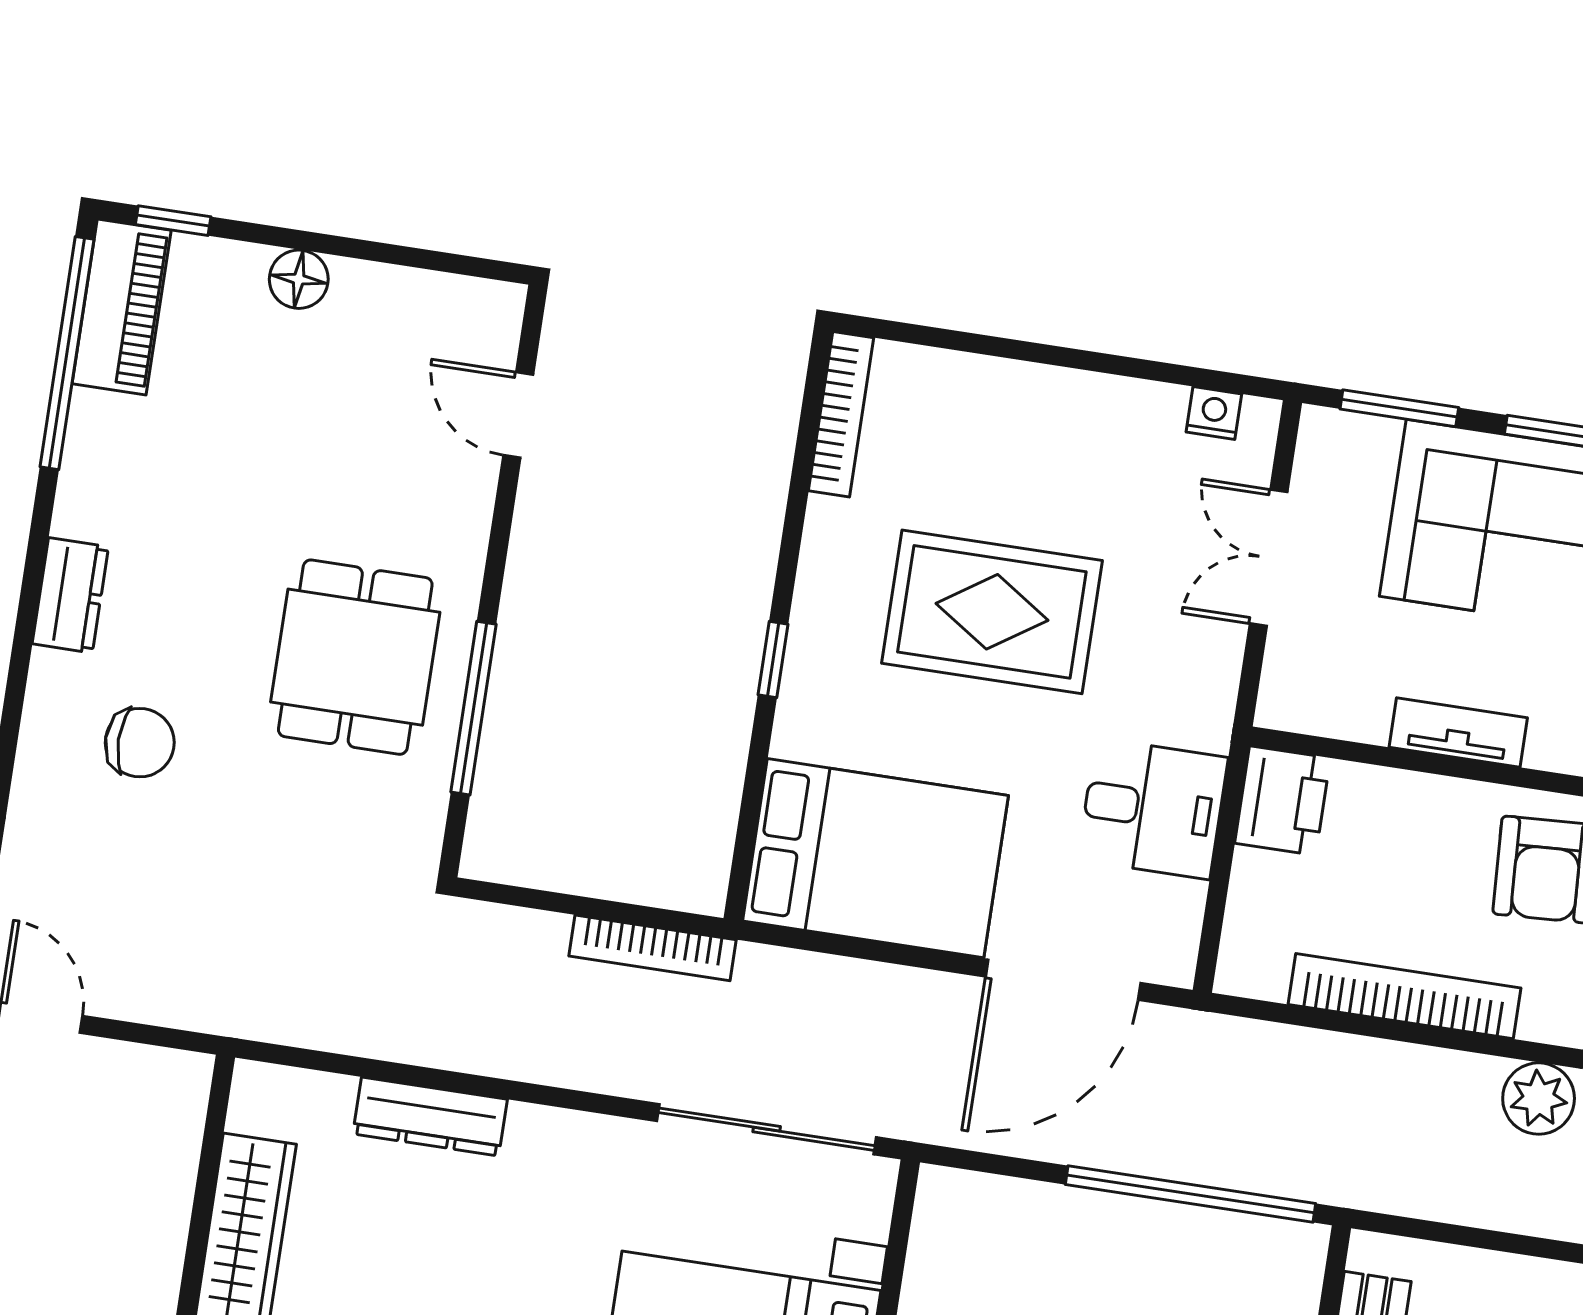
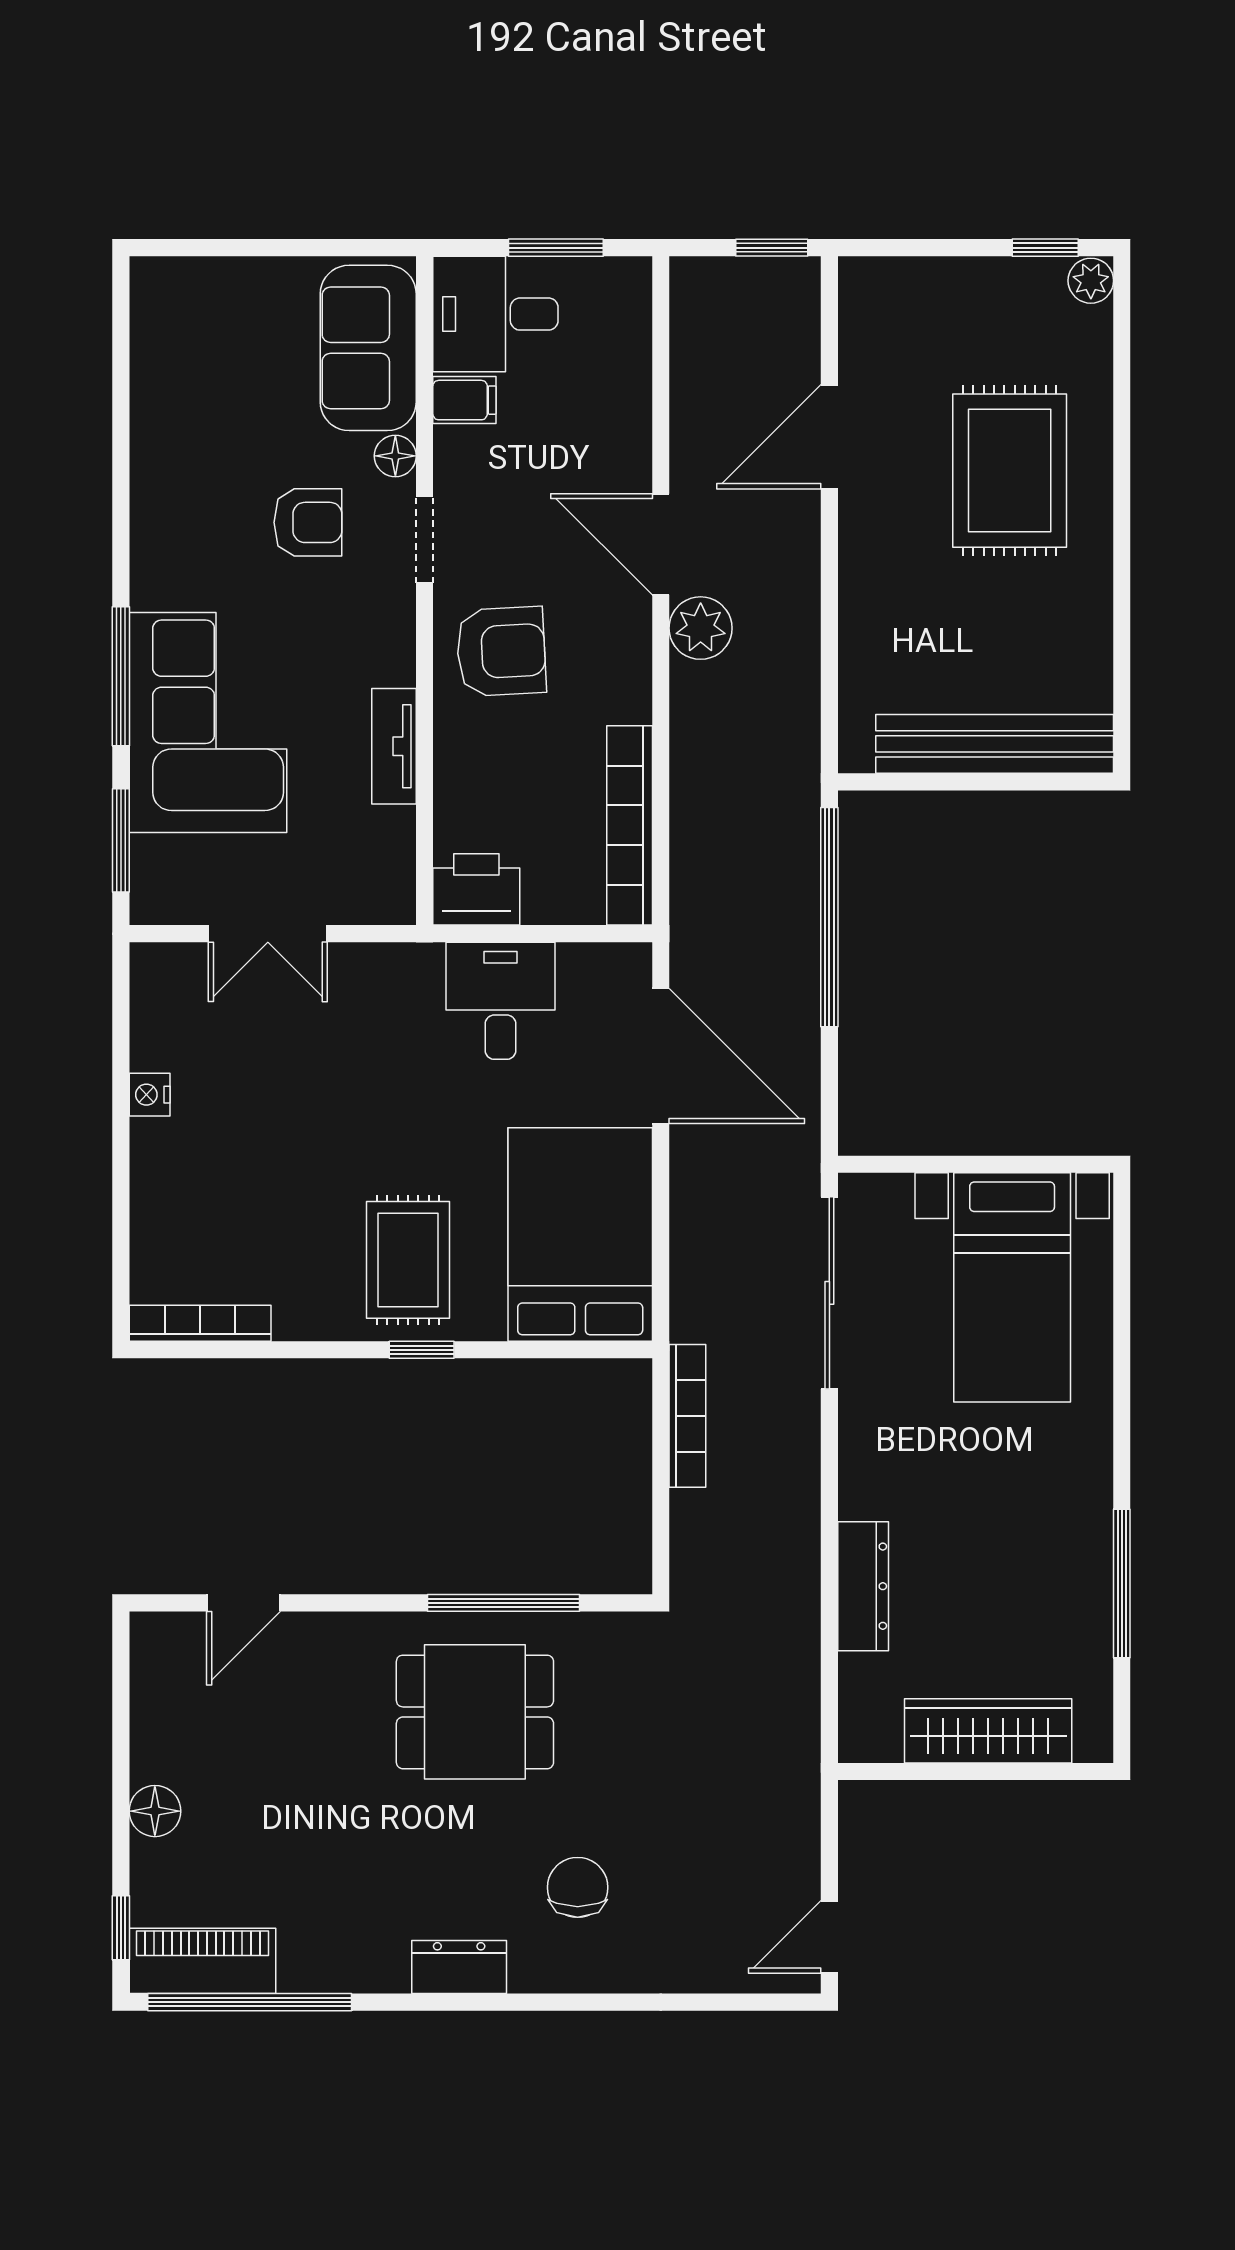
nightstand: (1214, 413) -> (150, 1095), moved
rug: (992, 612) -> (408, 1260), moved, width x0.73, depth x0.70
bookcase: (1404, 996) -> (630, 825), moved

